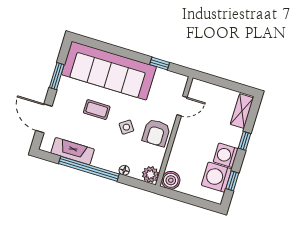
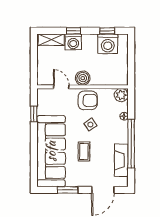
washing machine: (226, 155) -> (73, 42), moved
boiler: (171, 180) -> (83, 78), moved

